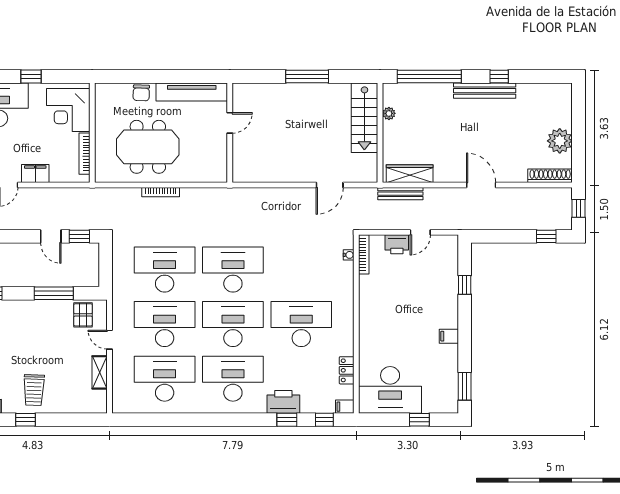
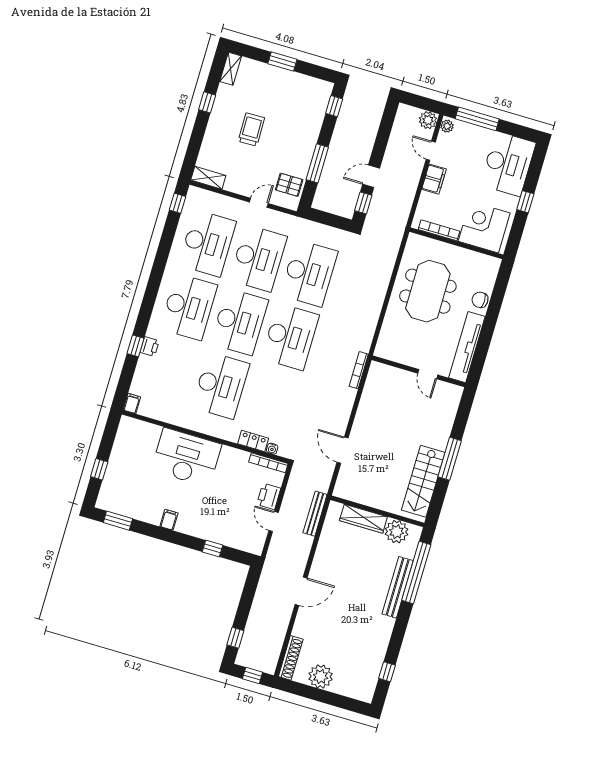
window: (499, 77) -> (387, 672), moved
bench: (485, 91) -> (398, 587), moved
plant: (389, 113) -> (397, 532), width x1.88, depth x1.88
stairs: (364, 118) -> (423, 481), moved, turned -90
wardrobe: (410, 174) -> (363, 519), moved, turned 90
bookcase: (161, 192) -> (359, 370), moved
locker: (347, 370) -> (253, 441), moved
shelving: (100, 372) -> (208, 178), moved
trolley: (34, 390) -> (251, 129), moved, turned 87
desk: (390, 390) -> (186, 457), moved, turned 90
printer: (283, 402) -> (150, 346), width x0.53, depth x0.68
window: (324, 420) -> (177, 203), moved

